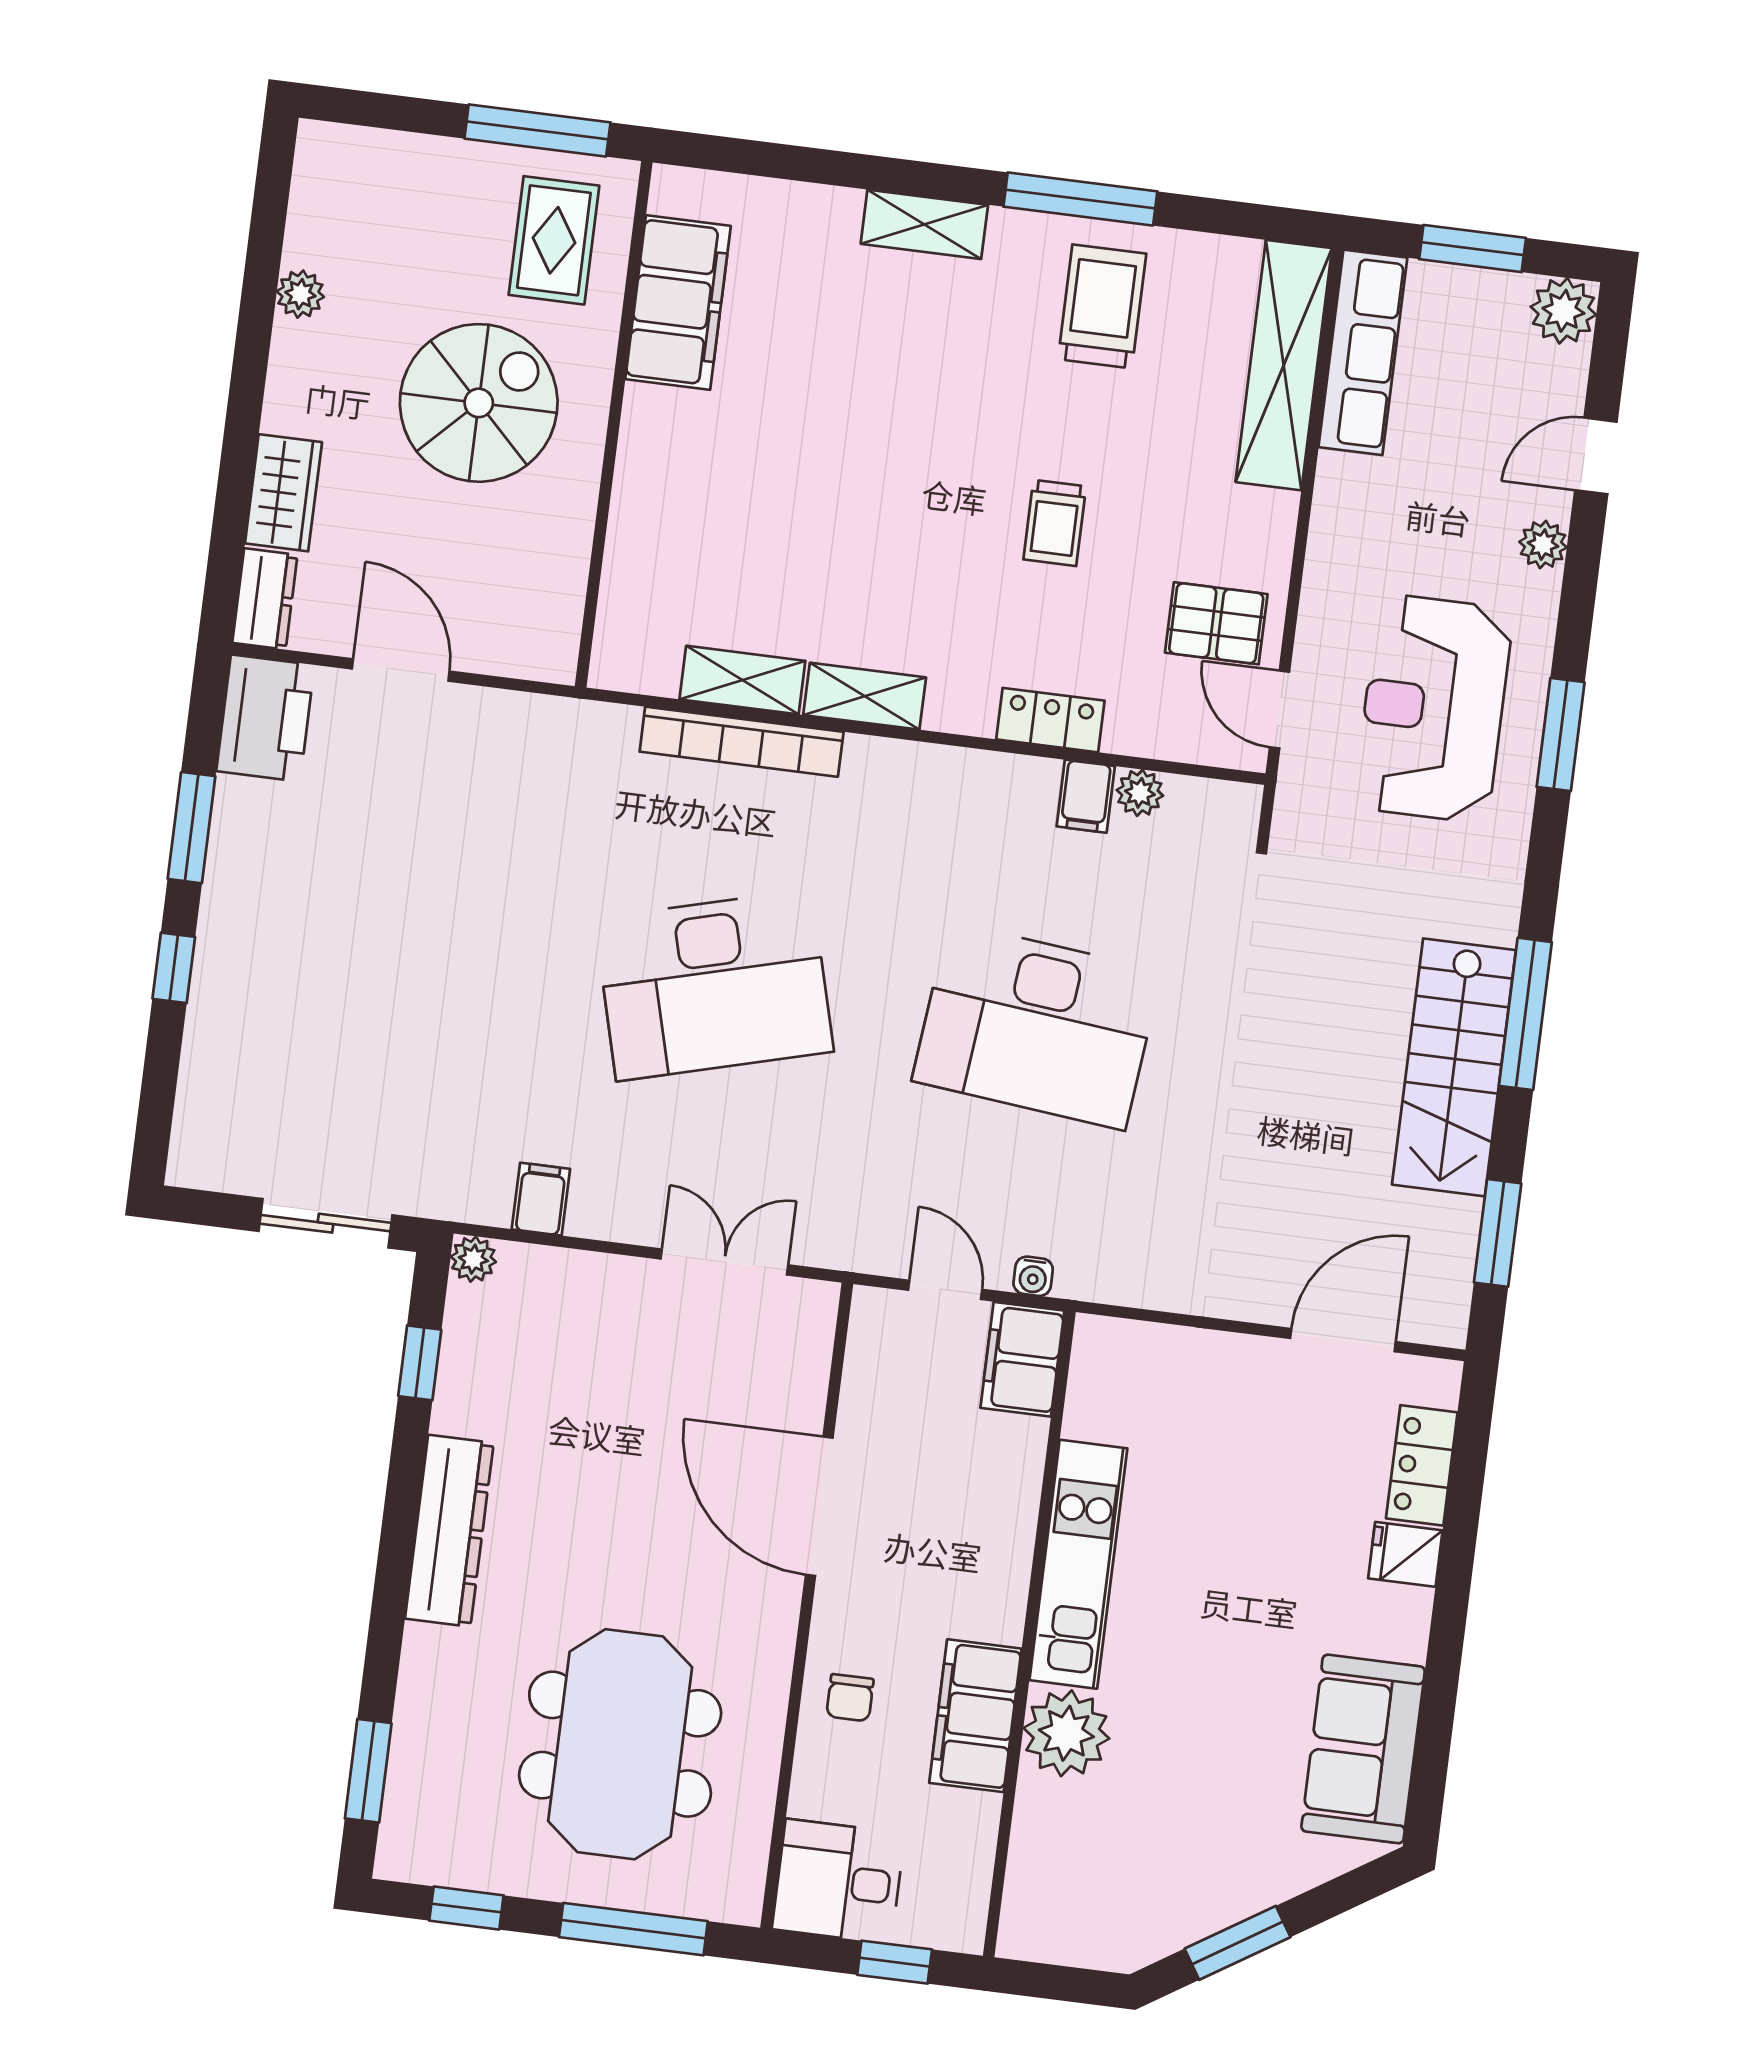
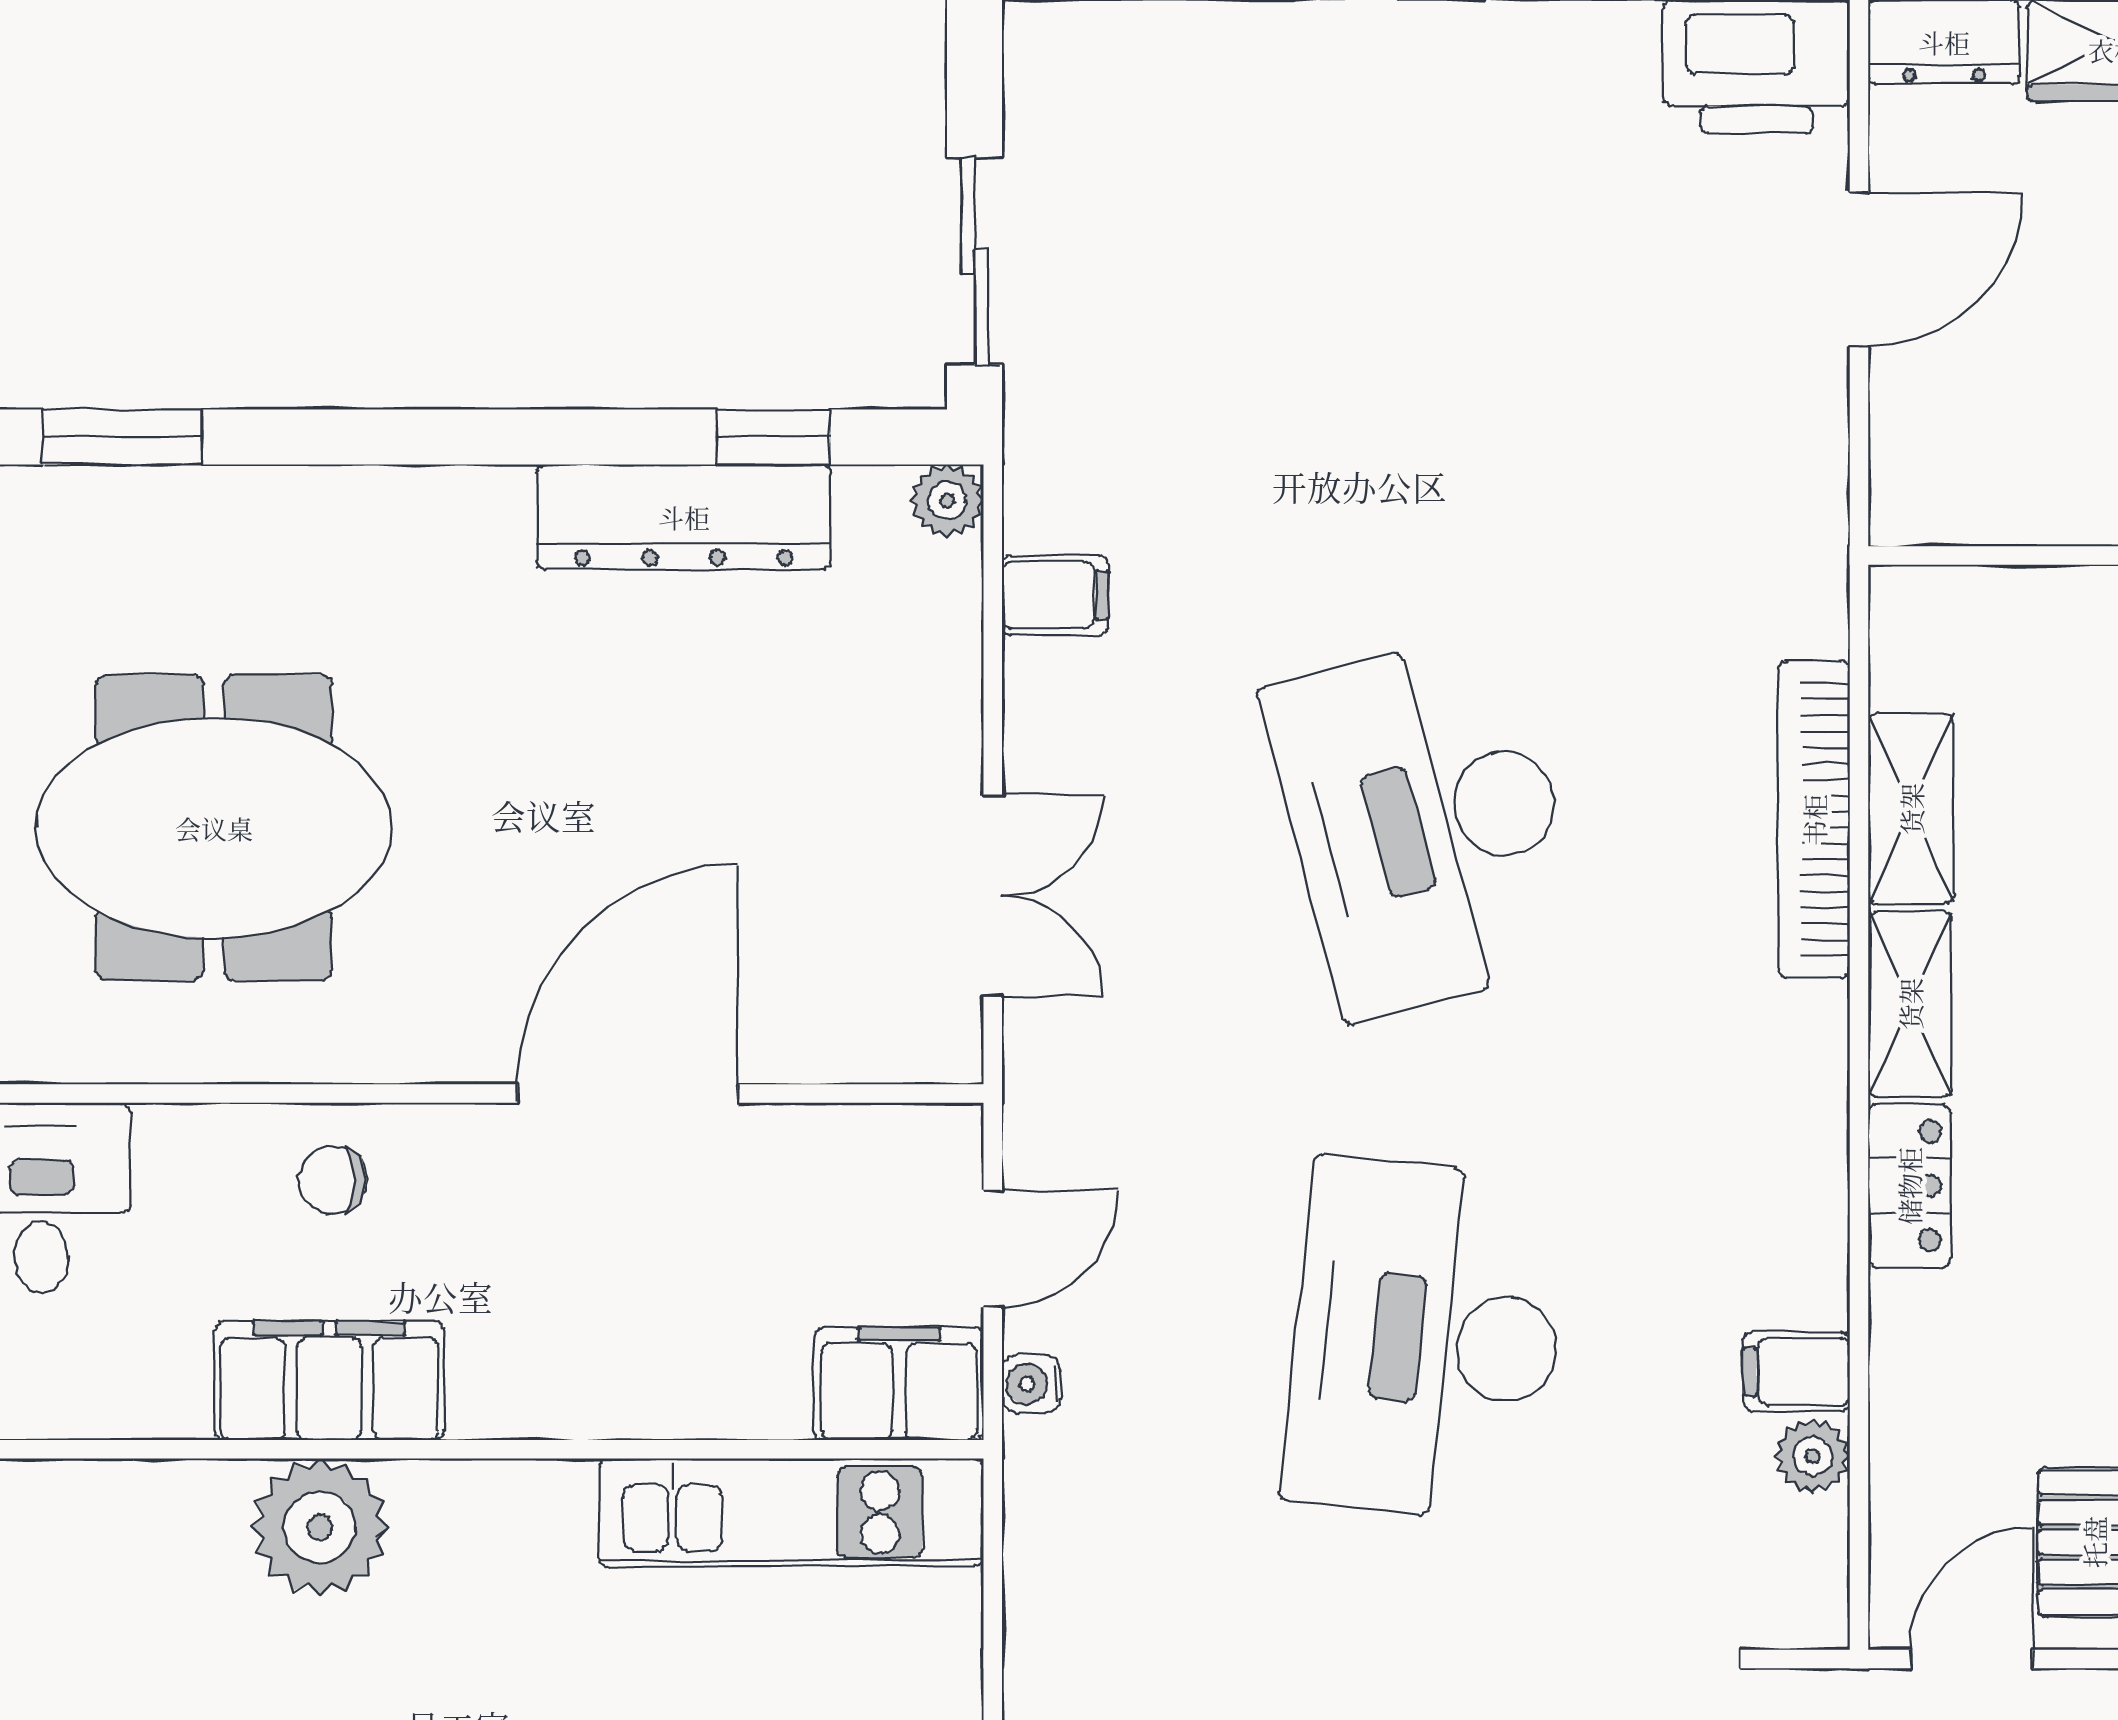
locker: (1050, 720) -> (1909, 1186), moved
dresser: (449, 1531) -> (684, 517), moved
kitchen unit: (1078, 1564) -> (792, 1513), moved

